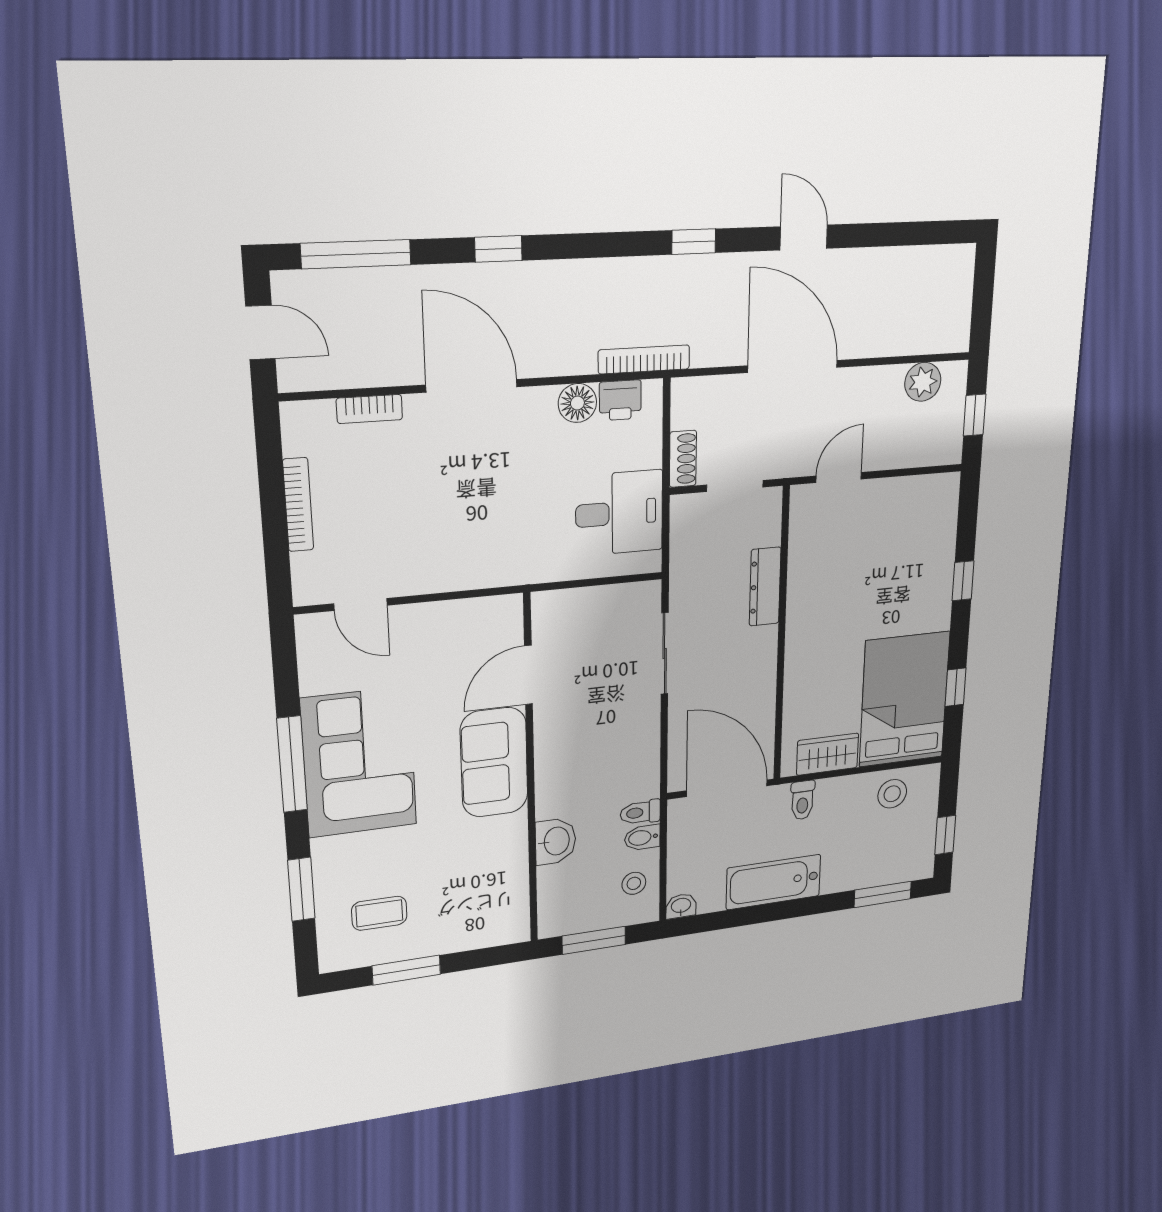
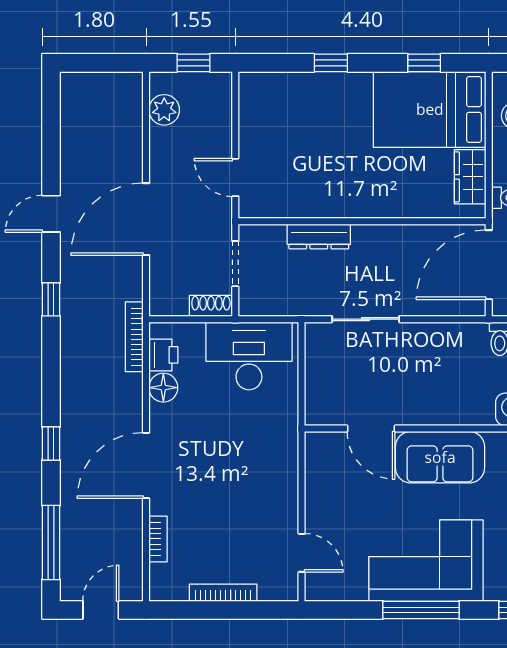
desk: (619, 513) -> (249, 356), width x1.37
door: (361, 604) -> (302, 553), hinge flipped

